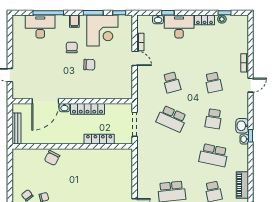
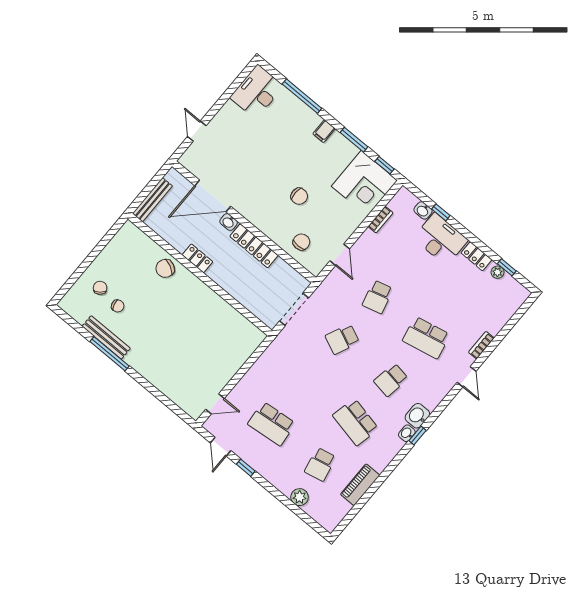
desk: (40, 27) -> (257, 92), moved, turned -90
corner desk: (102, 31) -> (364, 183), moved
chair: (72, 47) -> (301, 242), moved
door: (135, 58) -> (340, 255), moved
school desk: (214, 82) -> (426, 338), width x1.85
door: (251, 85) -> (467, 377), hinge flipped
school desk: (172, 119) -> (342, 339), width x0.54
locker: (99, 139) -> (197, 258), moved, width x0.66

